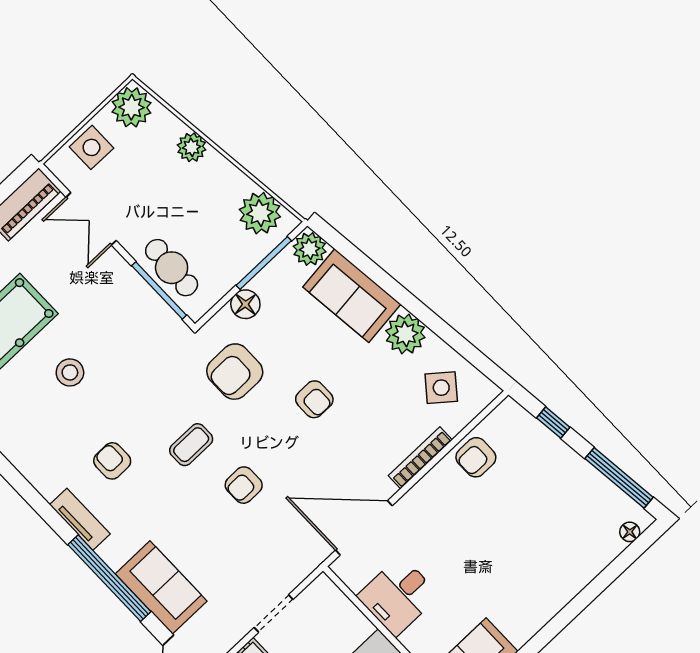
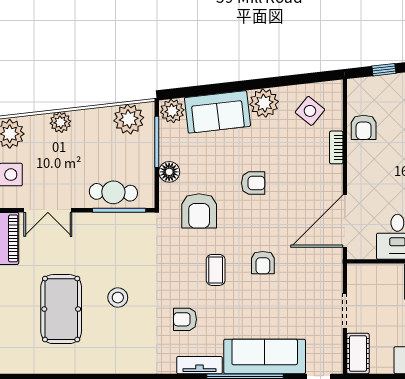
bookcase: (420, 458) -> (336, 147), width x0.64
sofa: (161, 587) -> (265, 356), width x1.36

